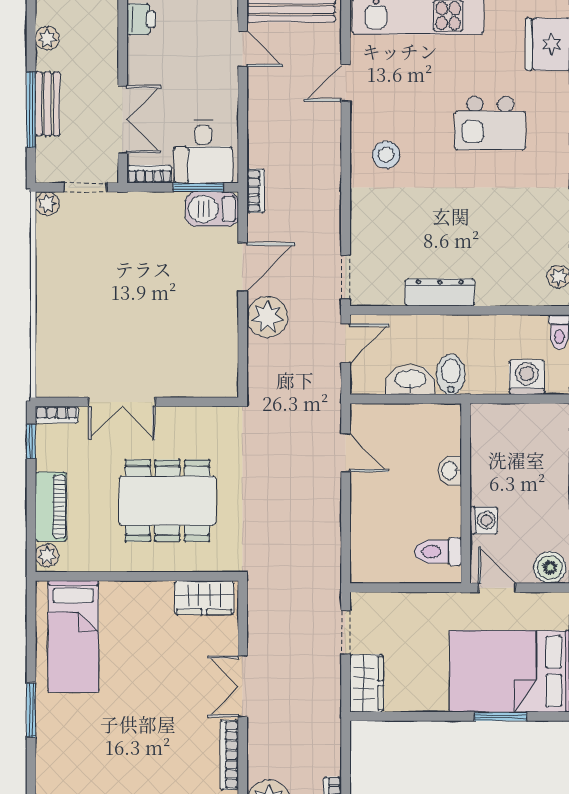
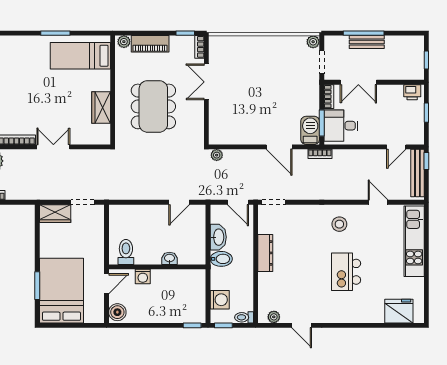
plant: (47, 38) -> (402, 42), removed
kitchen island: (490, 123) -> (346, 272), moved
plant: (267, 317) -> (217, 155), moved, width x0.53, depth x0.53
wardrobe: (204, 598) -> (101, 107), moved
window: (31, 710) -> (55, 33), moved

